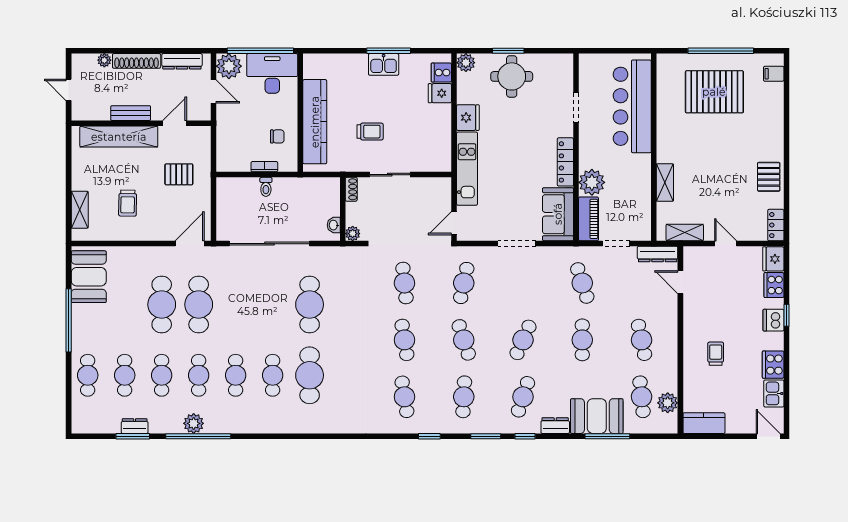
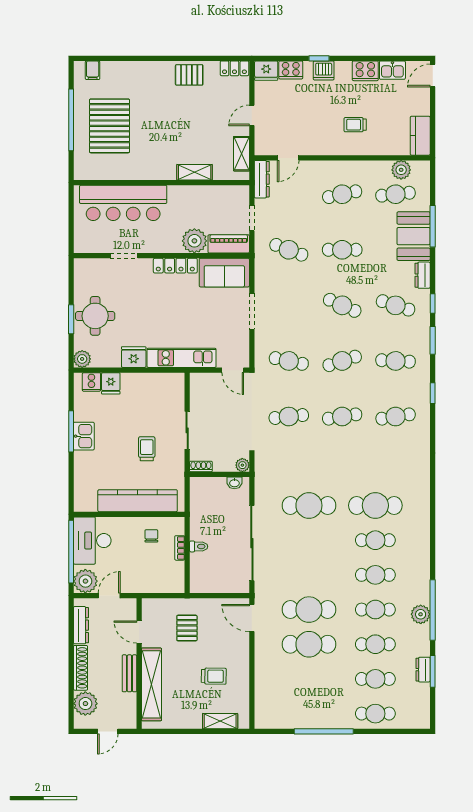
plant: (104, 60) -> (85, 704), width x1.88, depth x1.88
booth: (89, 277) -> (283, 713), removed
cafe table: (582, 283) -> (289, 250), turned 39

